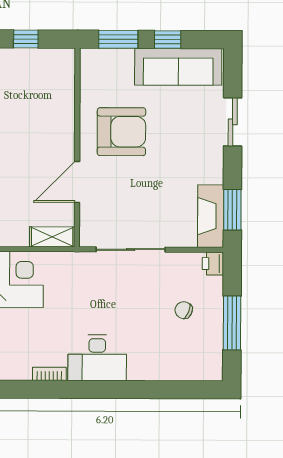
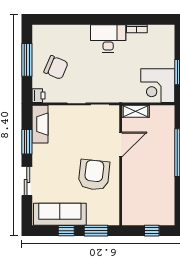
armchair: (121, 132) -> (94, 175), turned 96
window: (232, 210) -> (27, 142), moved
chair: (184, 310) -> (56, 67), width x1.87, depth x1.87

